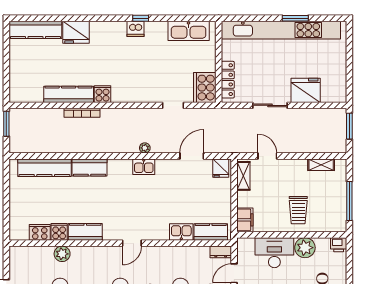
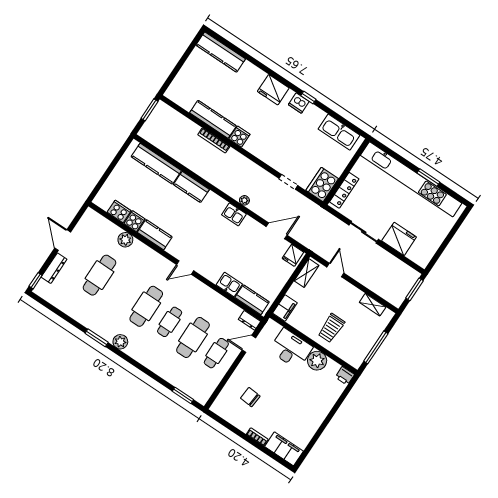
fridge: (76, 32) -> (273, 90), moved

